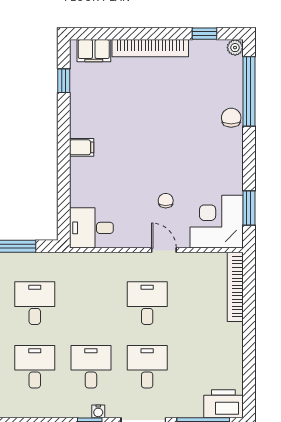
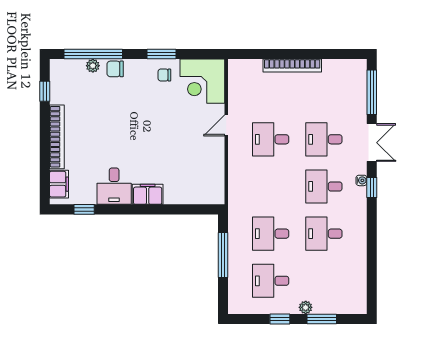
plant: (235, 48) -> (93, 66), moved
filing cabinet: (82, 147) -> (148, 194), width x2.00
chair: (166, 201) -> (164, 75), moved
window: (249, 208) -> (161, 54), moved
desk: (91, 228) -> (114, 186), moved
bookcase: (235, 287) -> (292, 66), moved
printer: (223, 404) -> (355, 75), removed

